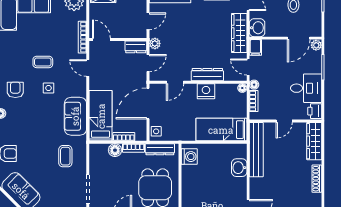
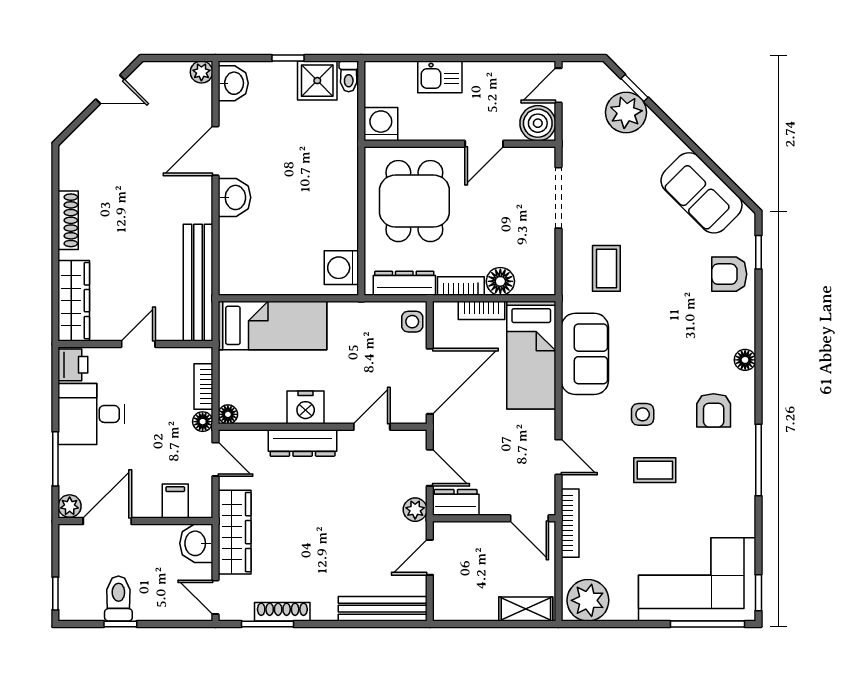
filing cabinet: (255, 47) -> (175, 501), moved
door: (148, 63) -> (430, 468), swing flipped
washbasin: (239, 168) -> (234, 197), moved

